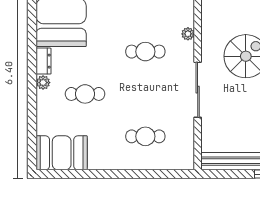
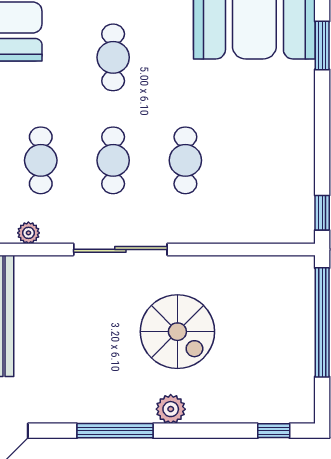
plant: (188, 34) -> (28, 233), moved
cafe table: (145, 94) -> (113, 160), added

